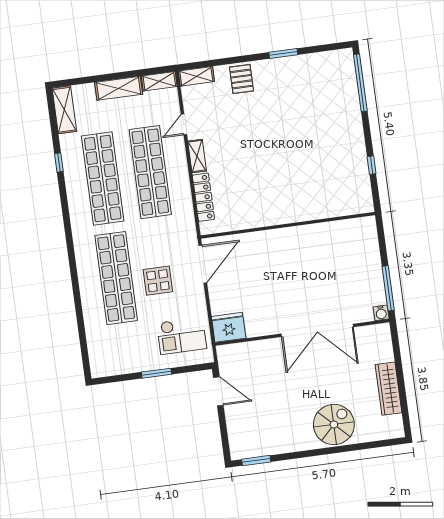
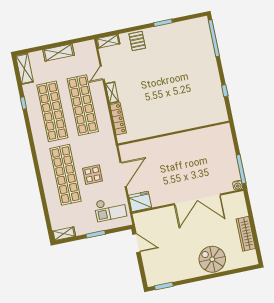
shelving: (159, 81) -> (64, 234), moved
door: (203, 264) -> (123, 174), moved
spiral stairs: (334, 424) -> (212, 259), turned -90

